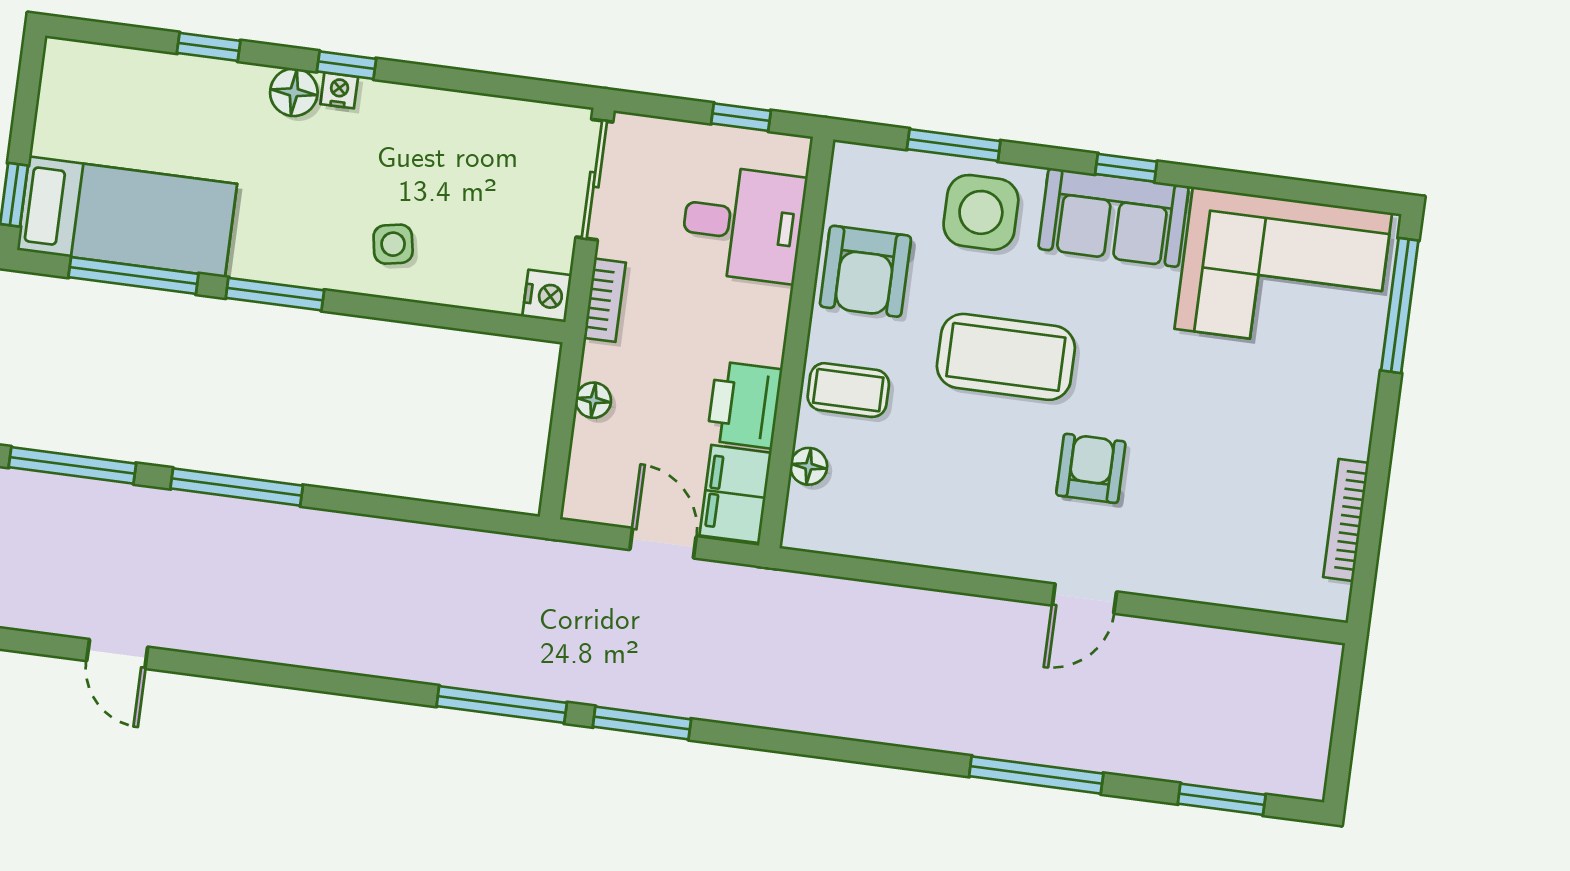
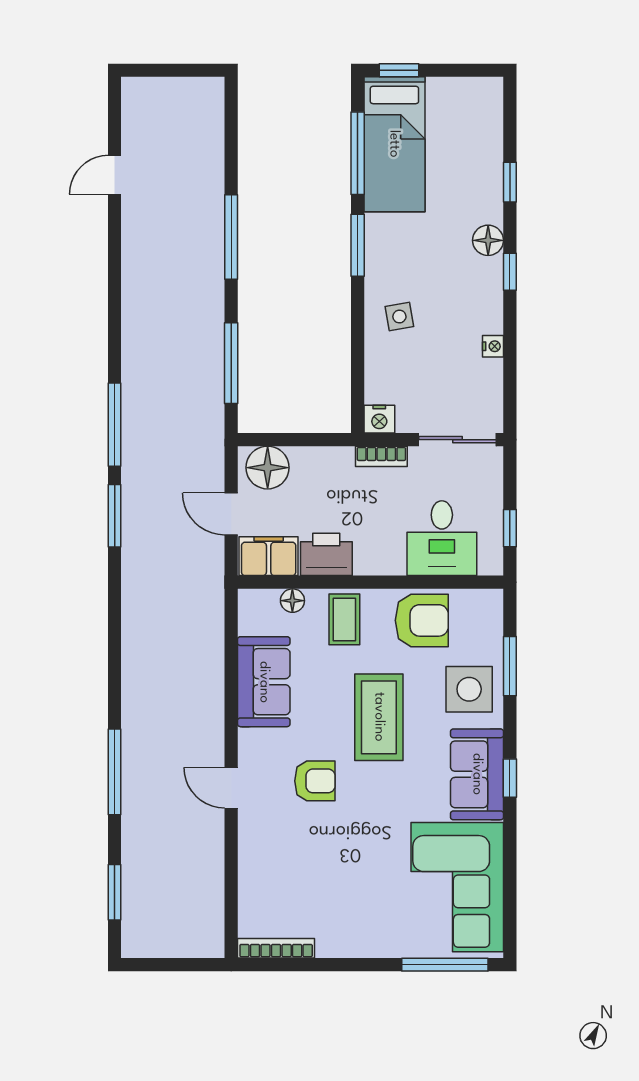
nightstand: (339, 90) -> (493, 346), moved
armchair: (865, 271) -> (422, 620), turned 180
floor lamp: (593, 400) -> (268, 468), moved, width x1.89, depth x1.89
window: (72, 465) -> (231, 363), moved
bookcase: (1346, 520) -> (276, 948), moved
sofa: (928, 527) -> (264, 682), added
door: (663, 543) -> (231, 514), swing flipped

